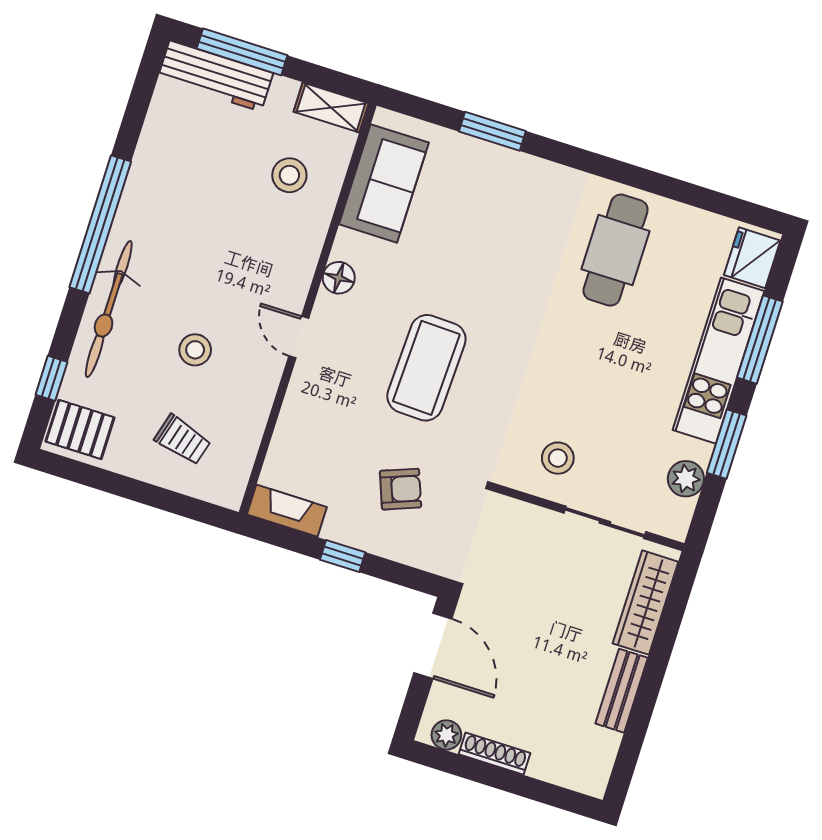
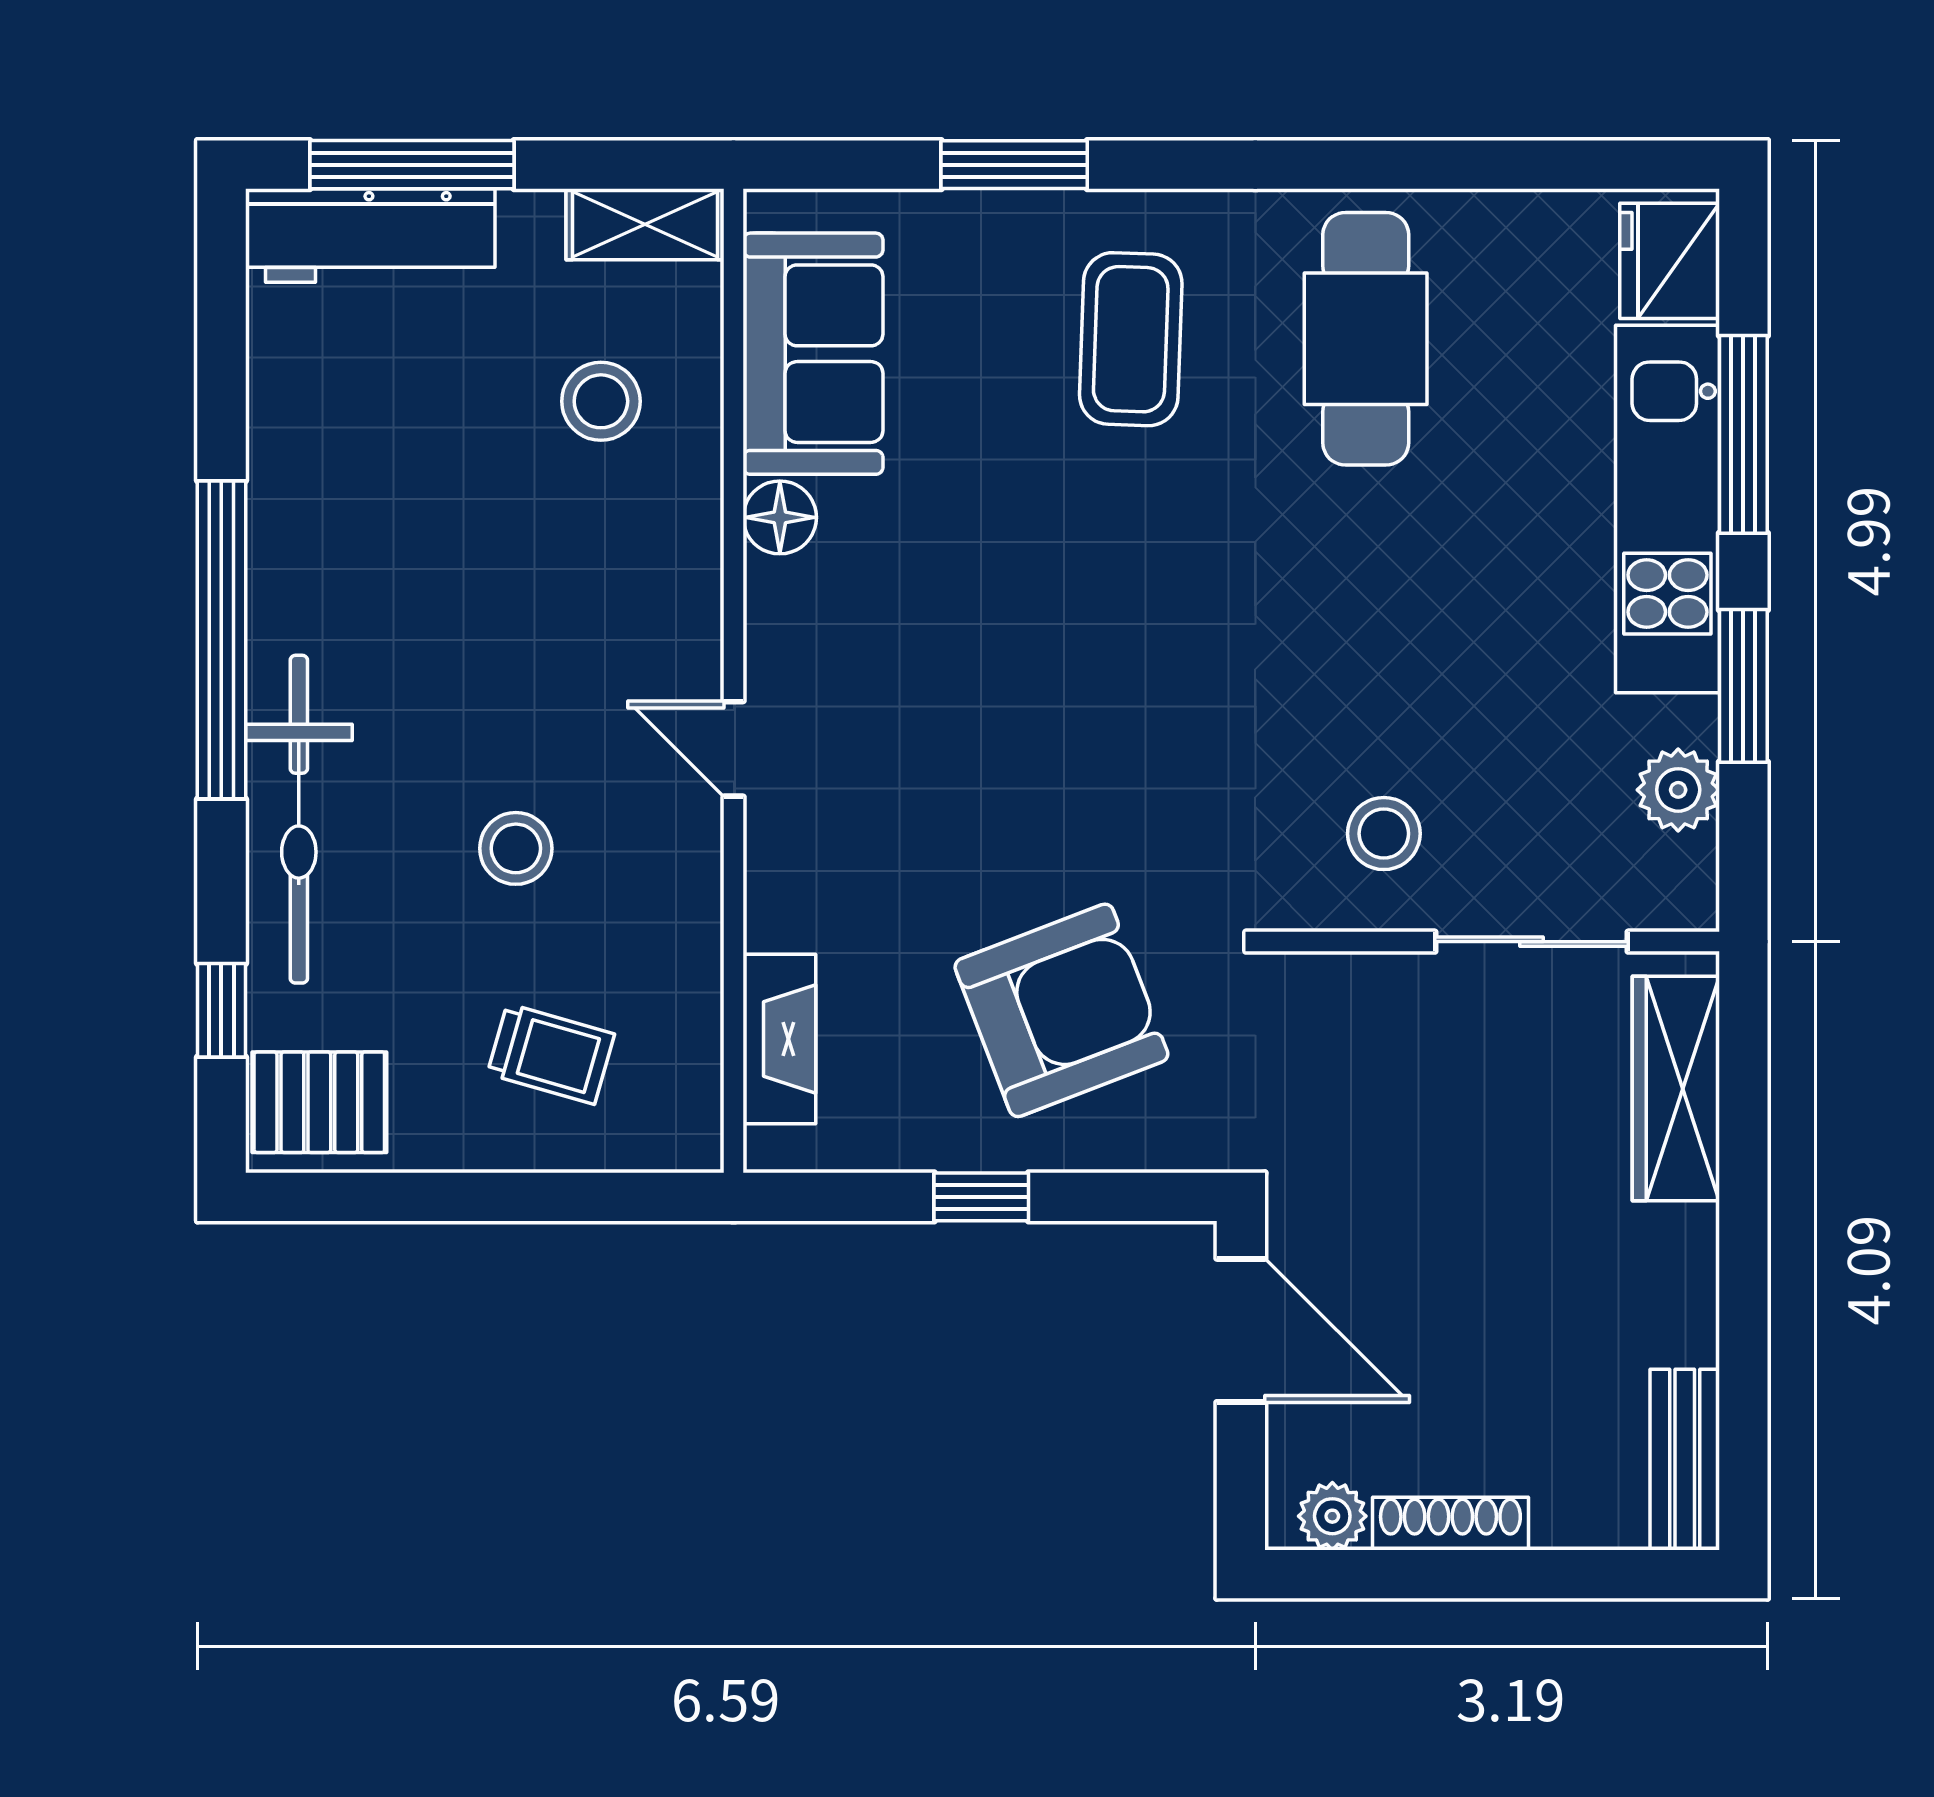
floor lamp: (339, 278) -> (780, 517), moved
coffee table: (426, 368) -> (1131, 339), moved, width x0.73, depth x0.76
armchair: (401, 489) -> (1061, 1010), width x1.88, depth x1.88
fireplace: (287, 511) -> (779, 1039), moved, turned 90
bench: (622, 691) -> (1685, 1460), moved

